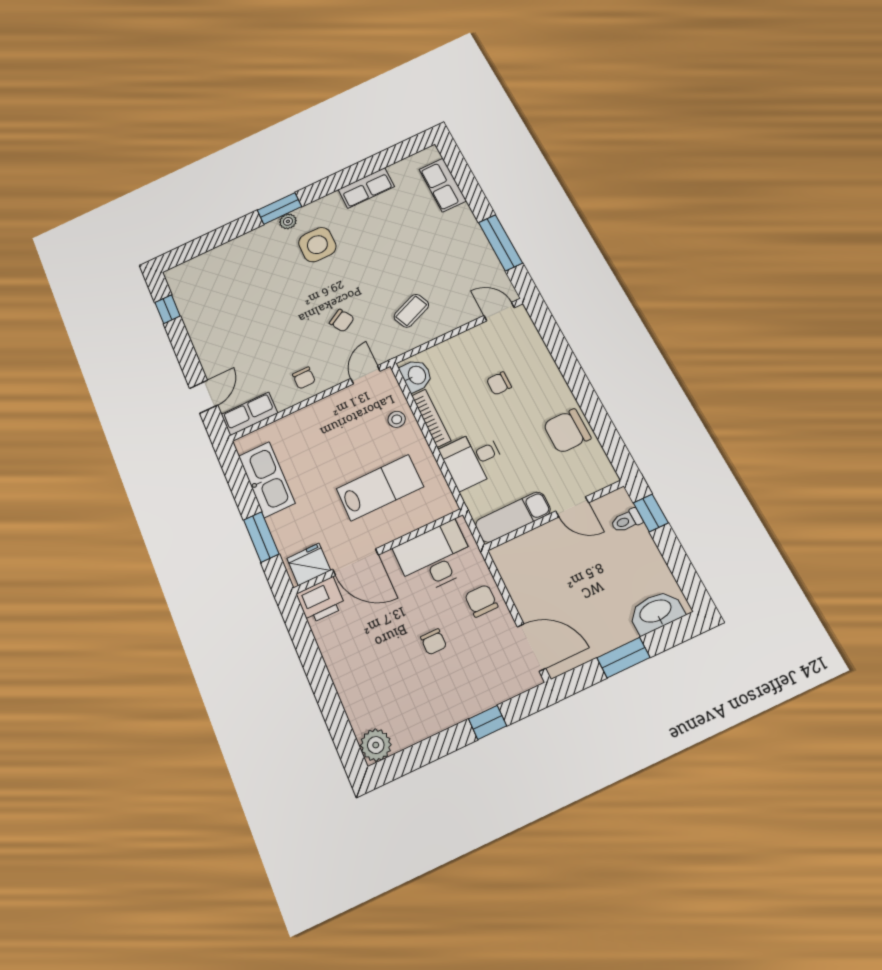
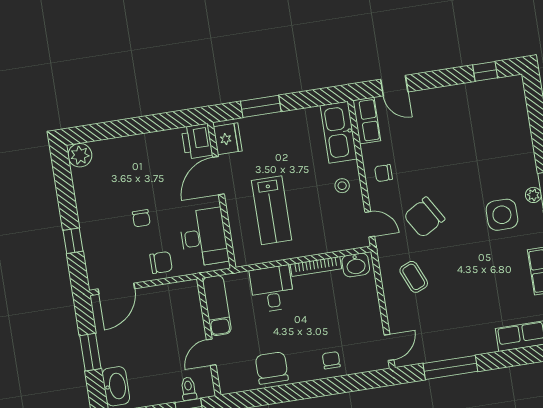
chair: (342, 321) -> (424, 217), width x1.87, depth x1.87
chair: (499, 383) -> (331, 360), moved
stool: (397, 419) -> (342, 186), moved
kitchen sink: (267, 480) -> (339, 132), moved, turned 90
chair: (433, 642) -> (141, 218), turned -90

